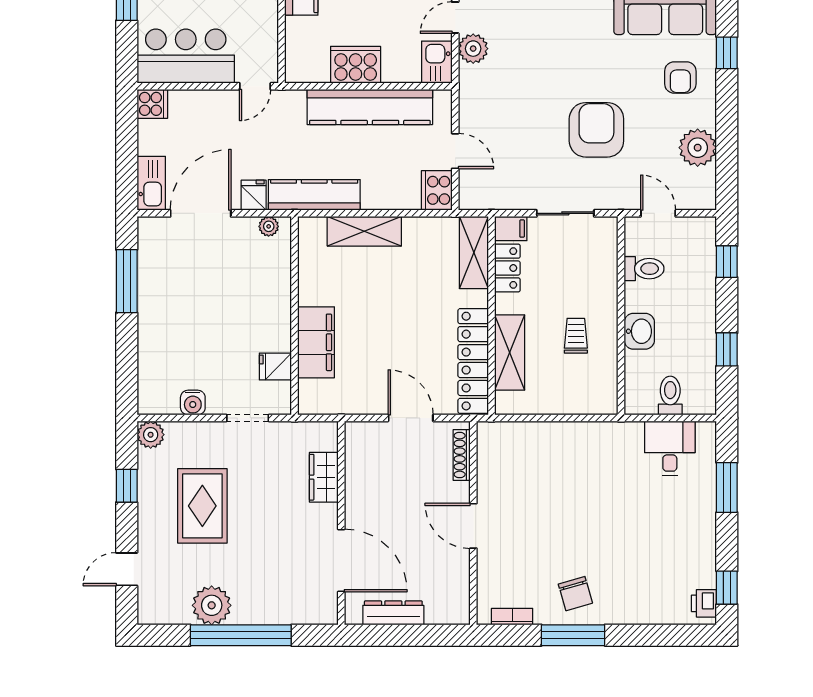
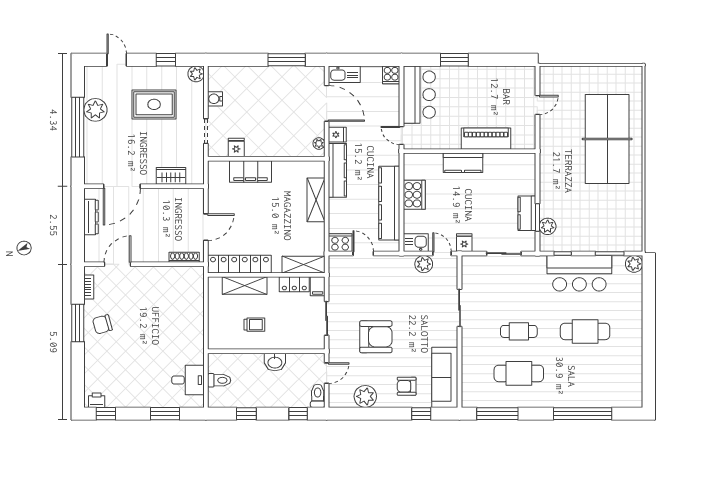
door: (455, 151) -> (363, 254), swing flipped
toilet: (644, 269) -> (318, 396), moved, turned 180
washbasin: (639, 331) -> (275, 362), moved
door: (473, 526) -> (117, 264), moved

